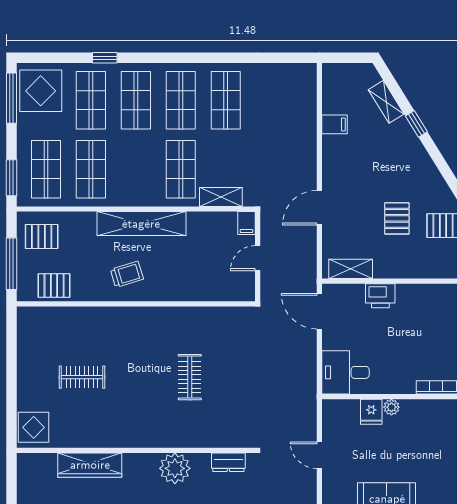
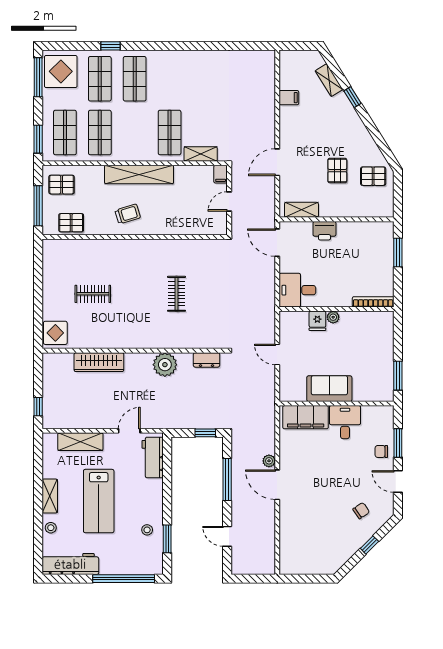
shop shelf: (181, 100) -> (170, 79), removed
shop shelf: (226, 100) -> (204, 79), removed

